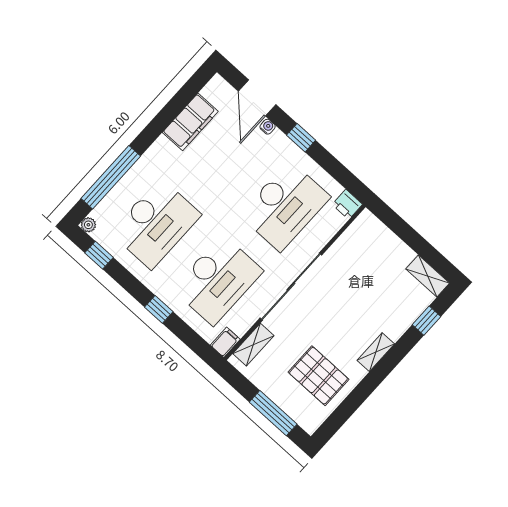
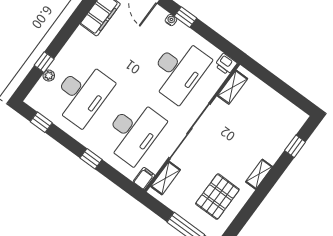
water cooler: (268, 127) -> (171, 20), moved
window: (111, 177) -> (44, 62), width x0.32
plant: (88, 225) -> (49, 76), moved
shelving: (428, 276) -> (233, 87), moved, turned 90
pallet: (318, 376) -> (217, 197), turned 90

